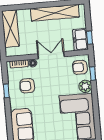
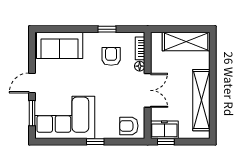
armchair: (80, 67) -> (129, 126), turned -90
window: (93, 74) -> (95, 142), moved
plant: (85, 86) -> (104, 131), removed

